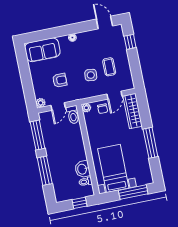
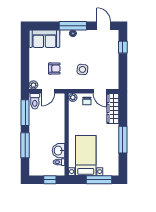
window: (71, 29) -> (73, 26), added
coffee table: (109, 67) -> (100, 65), removed
door: (114, 95) -> (100, 91), hinge flipped
toilet: (73, 115) -> (35, 101), moved

